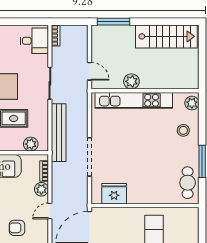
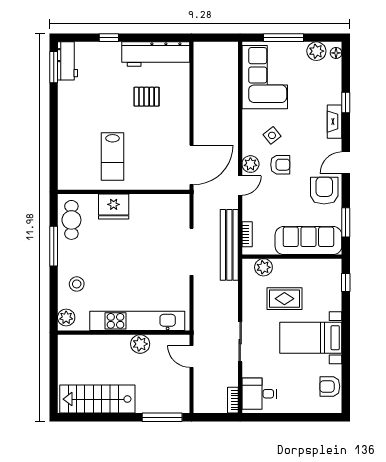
bench: (59, 133) -> (229, 245), moved
plant: (41, 189) -> (250, 164), moved
fridge: (114, 194) -> (114, 206), moved

